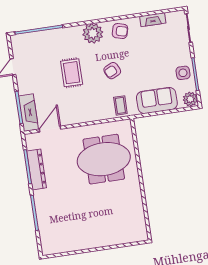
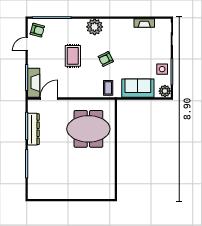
armchair: (120, 31) -> (37, 30), moved

